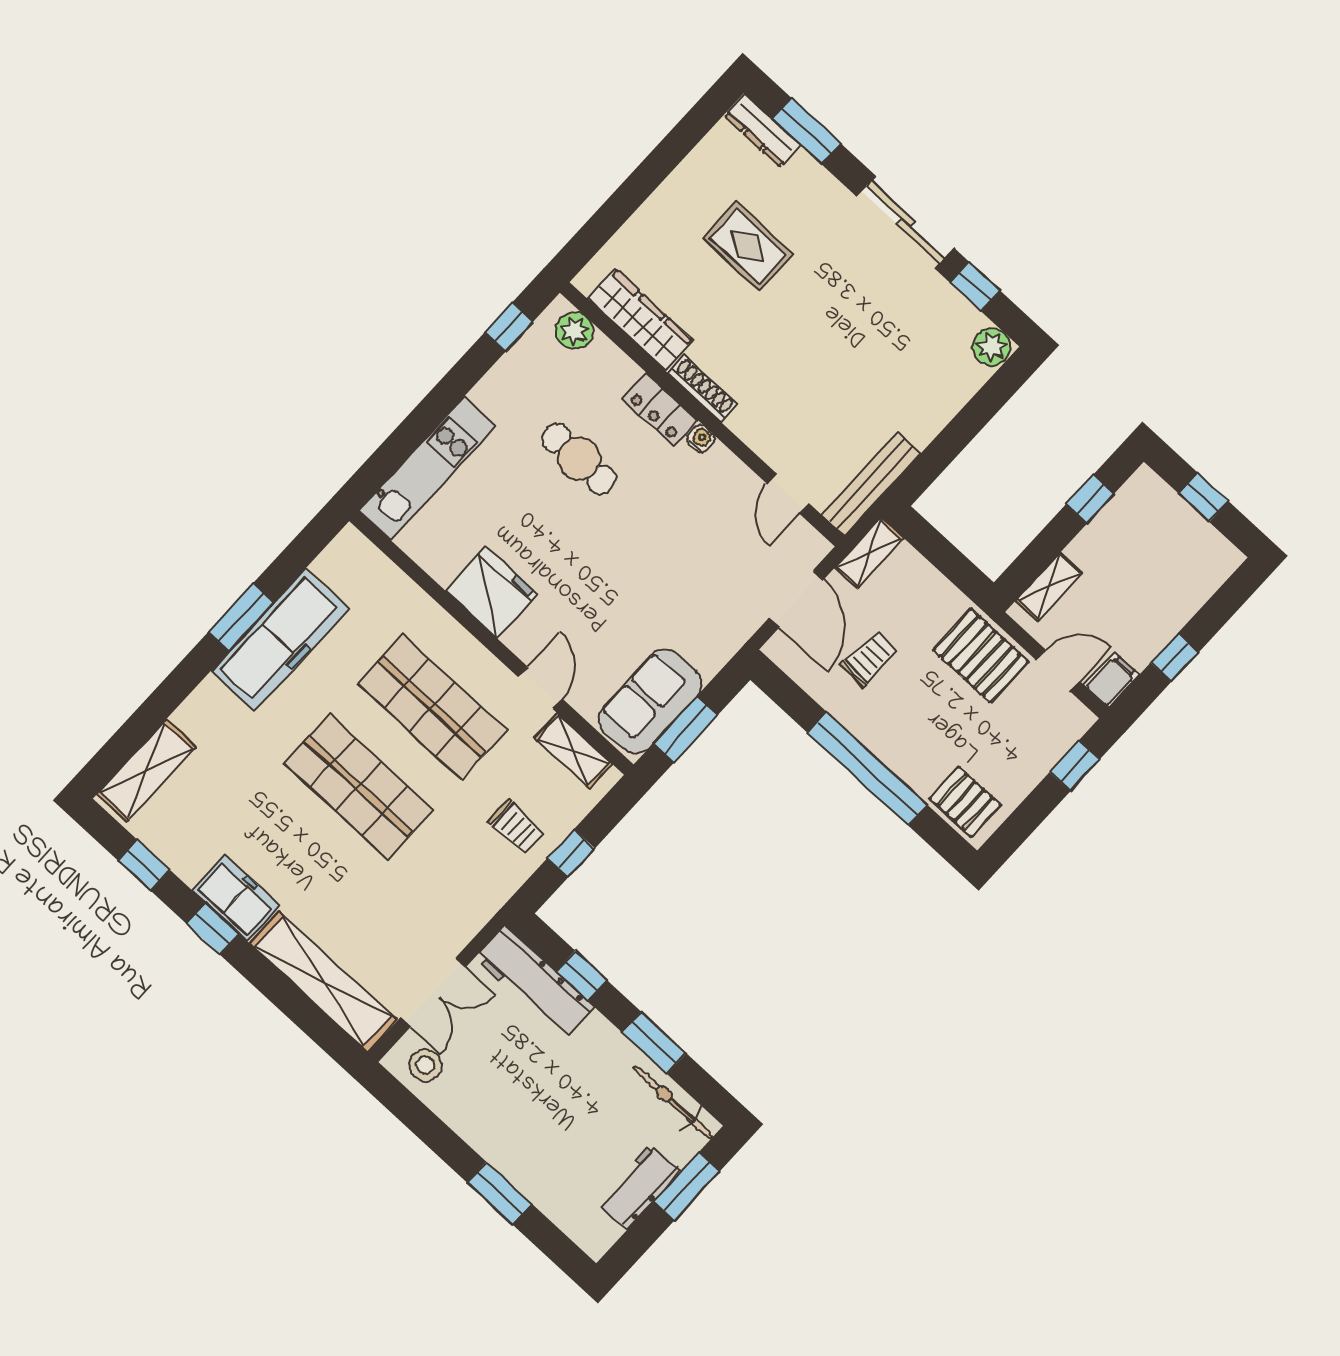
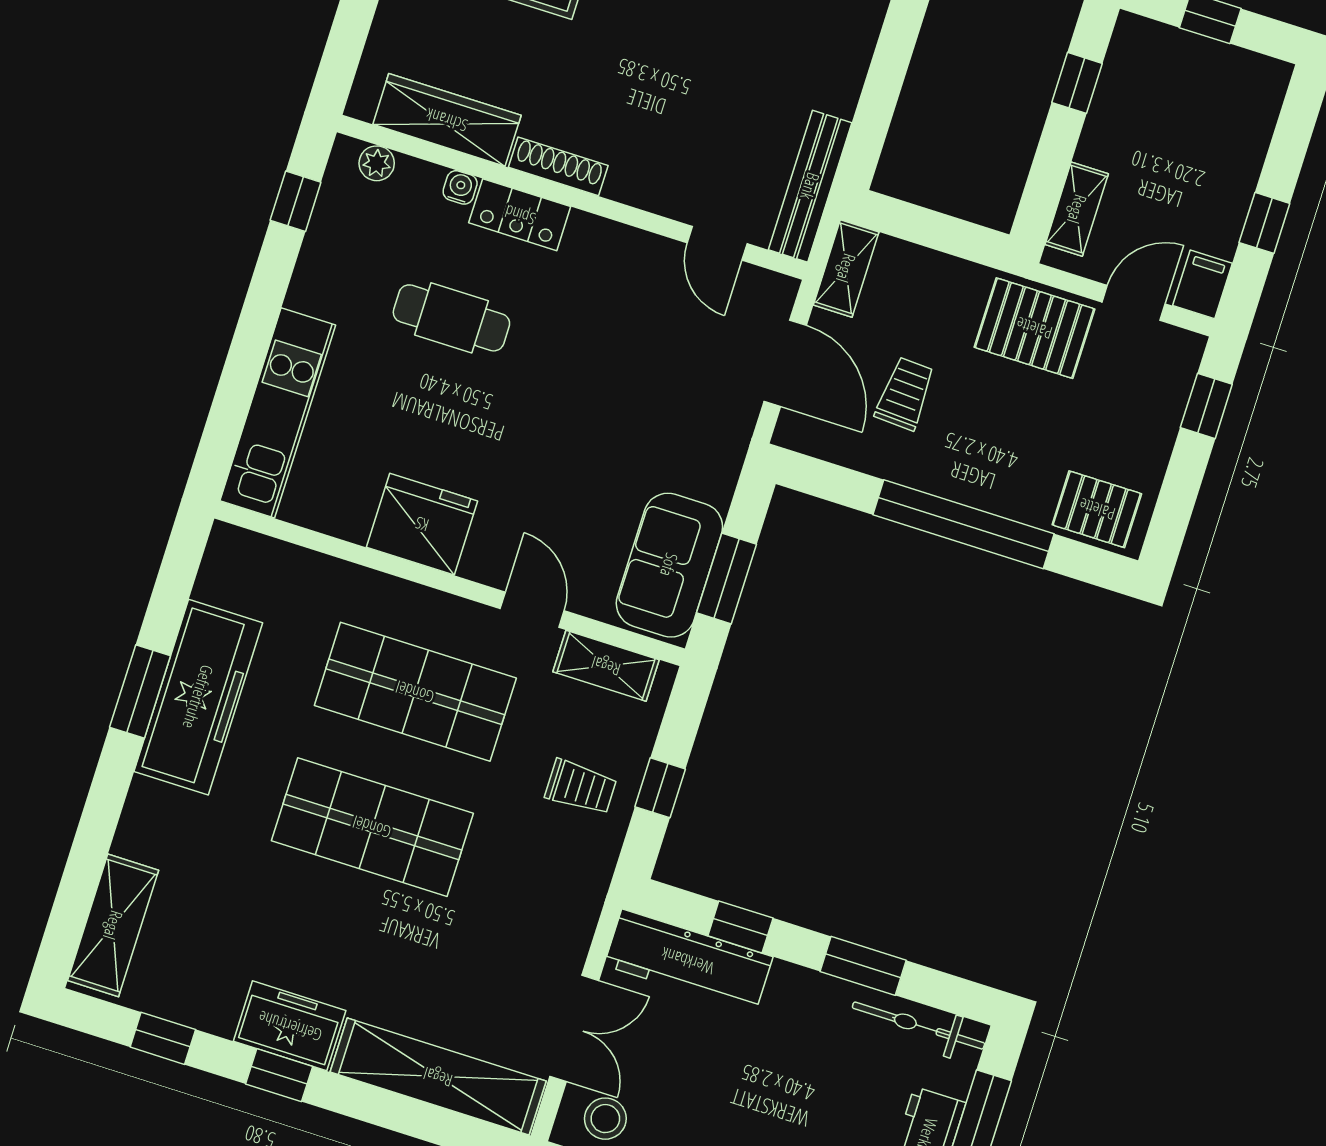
plant: (574, 331) -> (377, 163), width x0.73, depth x0.73
water cooler: (701, 439) -> (460, 187), moved

